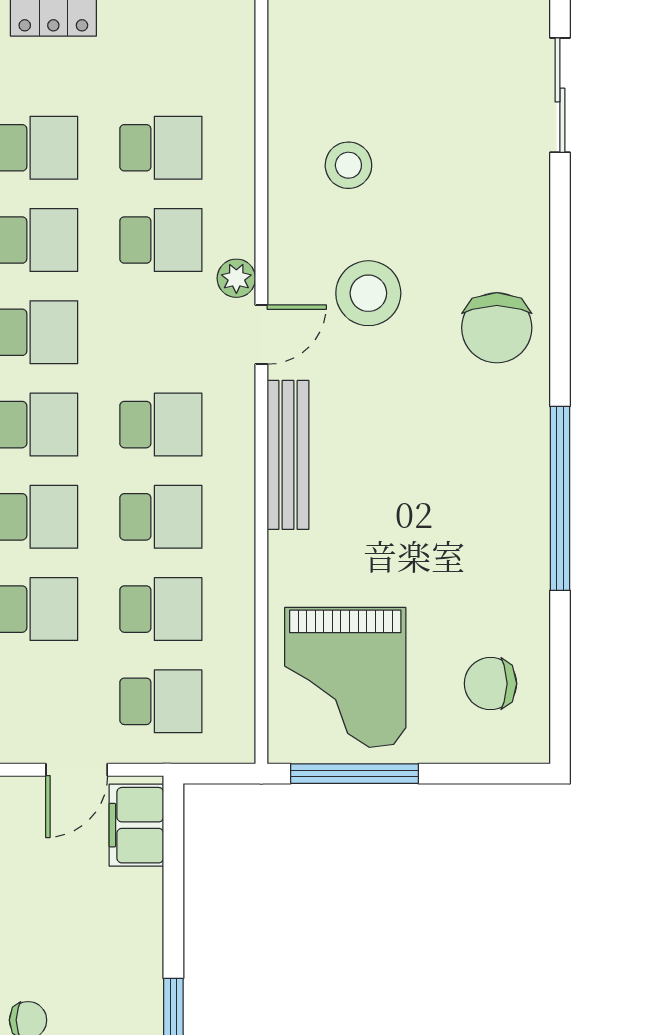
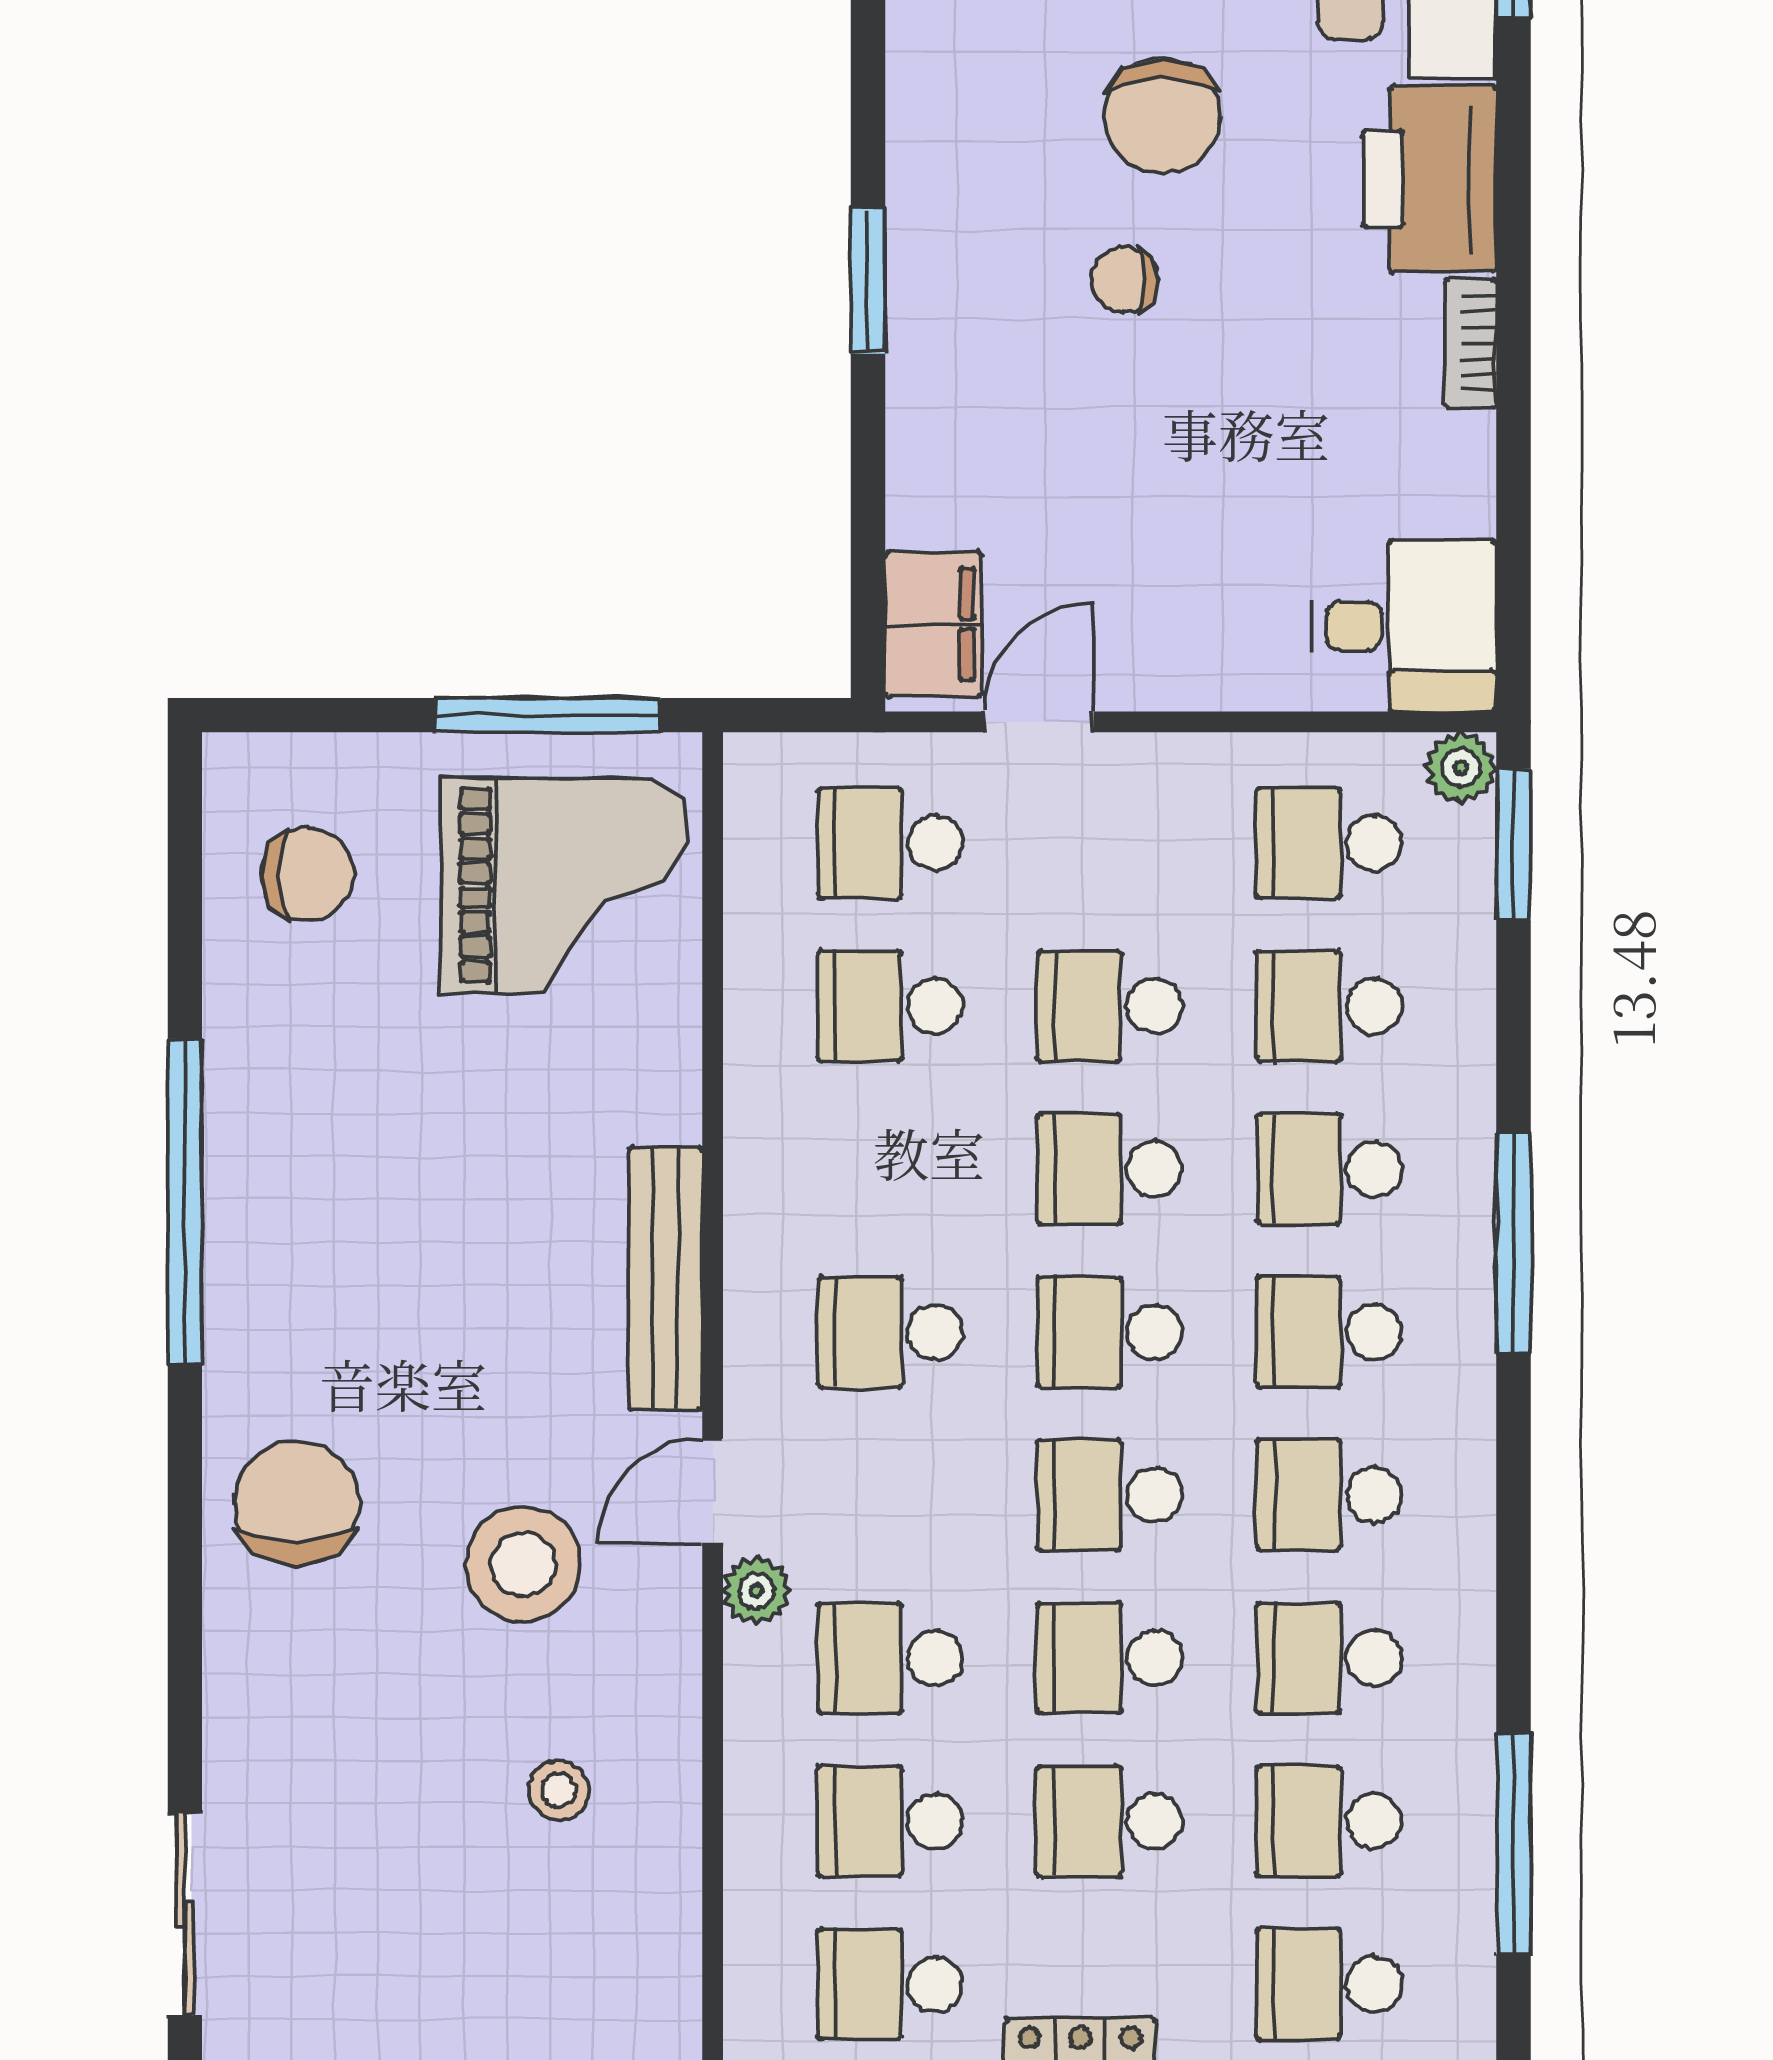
stool: (348, 165) -> (559, 1790), width x0.73, depth x0.73
school desk: (161, 517) -> (890, 1984), moved
grand piano: (345, 677) -> (564, 885), turned 90

